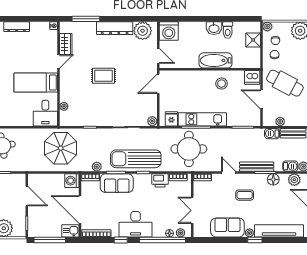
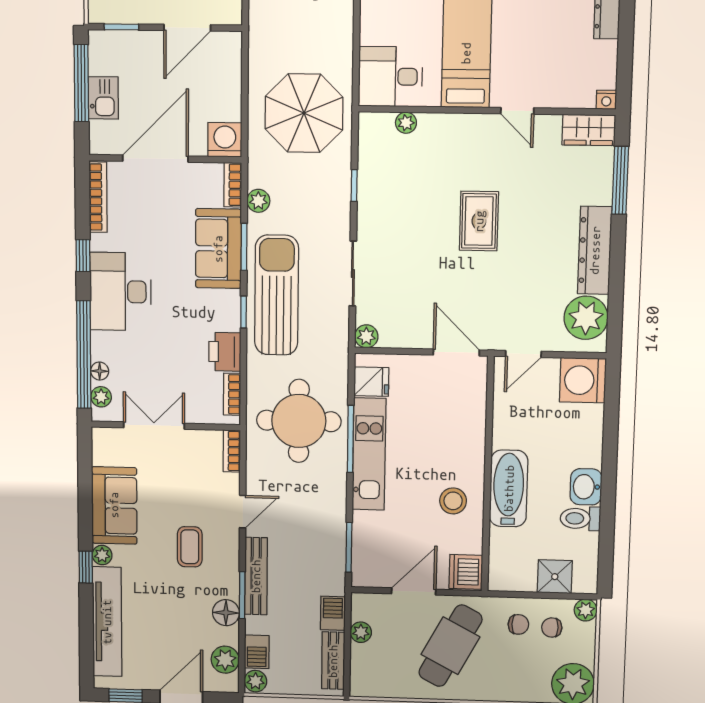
wardrobe: (66, 44) -> (589, 130), moved
kitchen sink: (70, 231) -> (103, 98), moved

